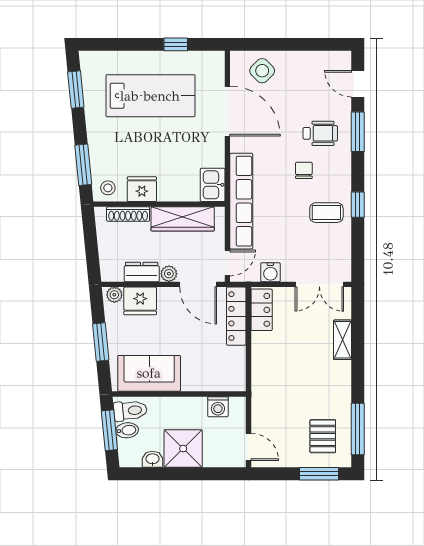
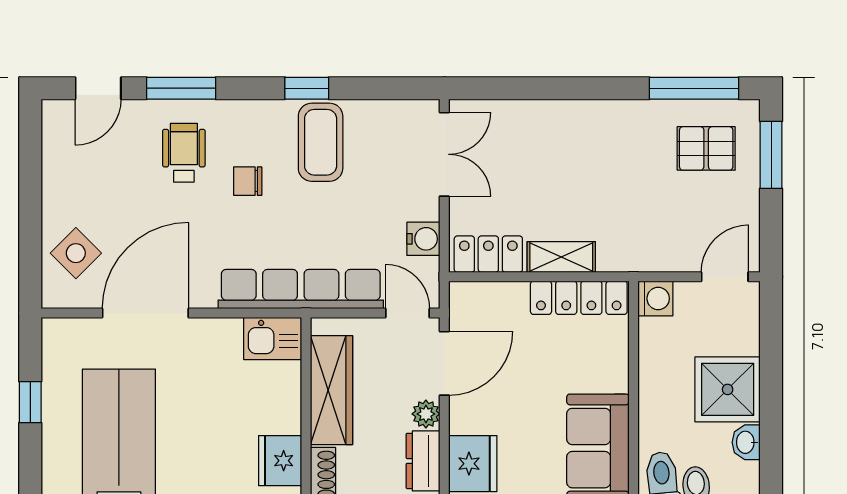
coffee table: (326, 213) -> (321, 142), width x1.36, depth x1.30
locker: (236, 316) -> (579, 298), moved
shelving: (342, 340) -> (561, 257), moved
washing machine: (218, 407) -> (655, 298), moved

